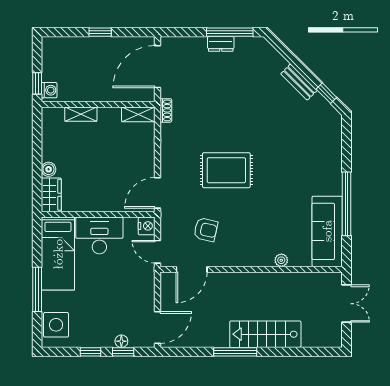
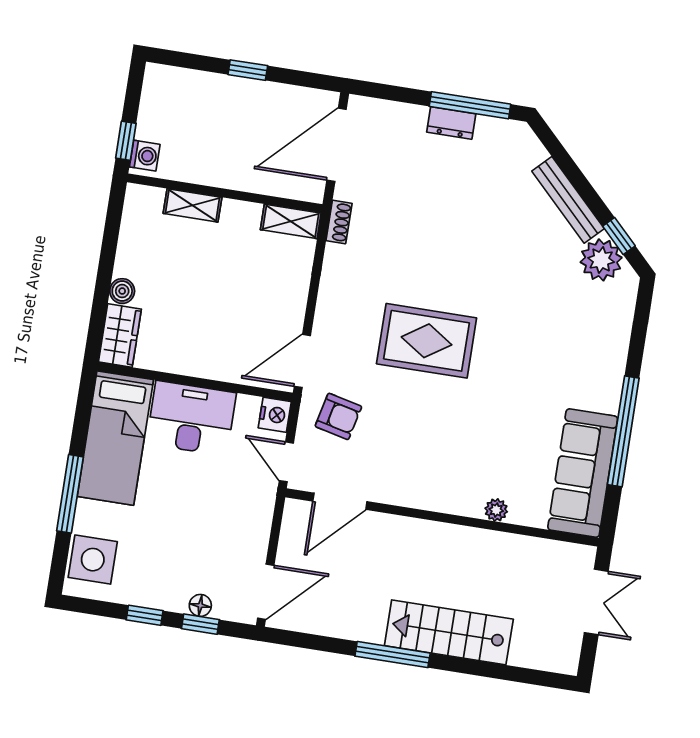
bench: (299, 82) -> (568, 200), width x1.36
plant: (318, 108) -> (601, 260), added
armchair: (206, 230) -> (338, 416), moved

